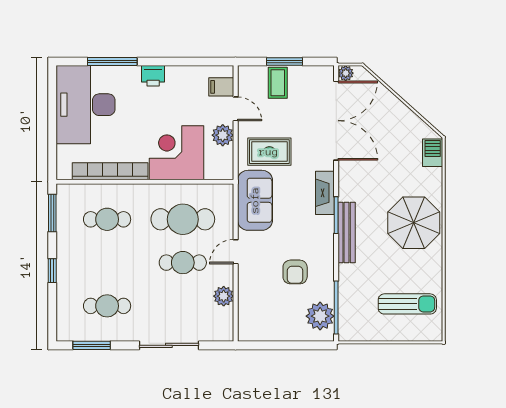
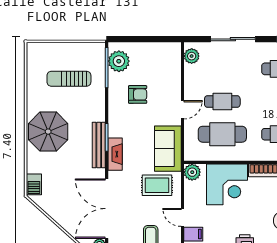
plant: (223, 135) -> (192, 172), moved
bench: (347, 233) -> (99, 145), moved
armchair: (295, 272) -> (138, 94), turned 90
plant: (224, 296) -> (192, 56), moved
sun lounger: (407, 304) -> (69, 79), moved

